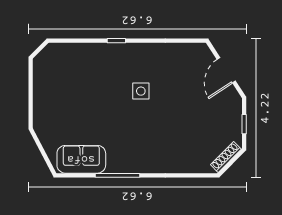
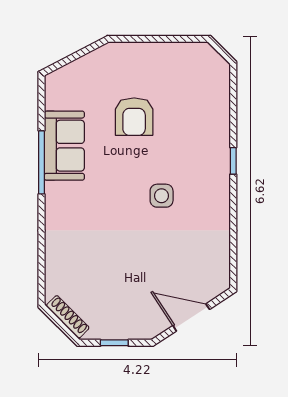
armchair: (85, 110) -> (134, 117), added
sofa: (81, 159) -> (64, 146), moved

